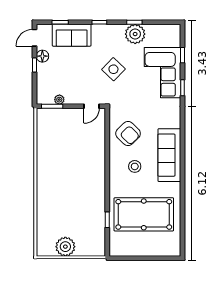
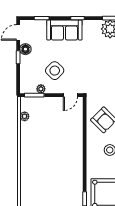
sofa: (72, 35) -> (64, 30), moved
side table: (113, 69) -> (55, 71), moved
plant: (41, 130) -> (25, 116), added

